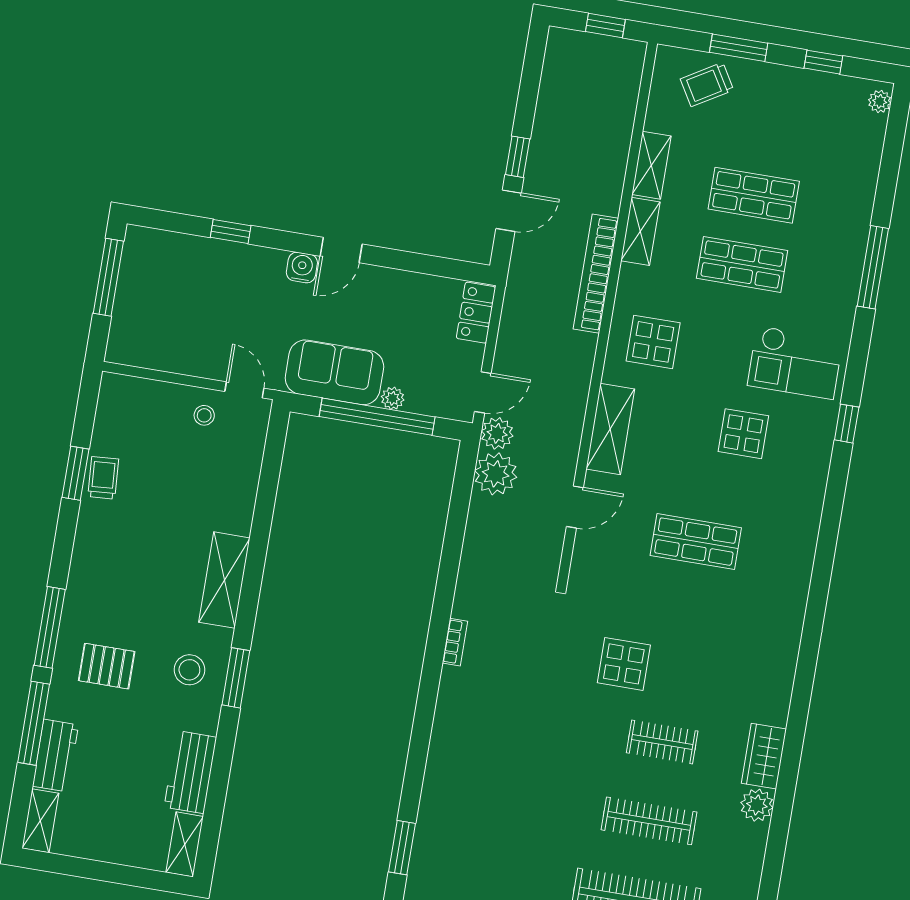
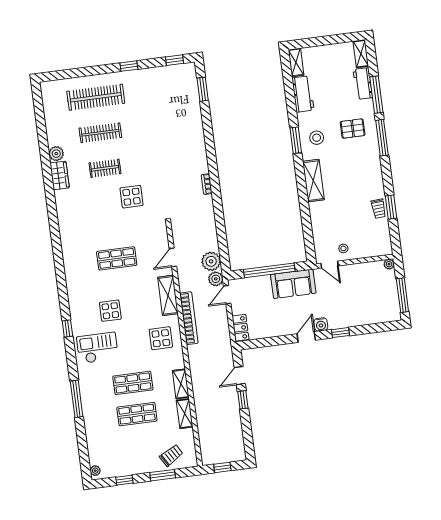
window: (231, 232) -> (341, 333), moved
bookcase: (596, 274) -> (189, 318), moved
plant: (393, 398) -> (389, 264), moved

